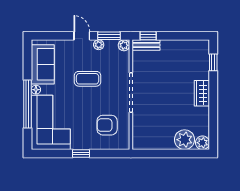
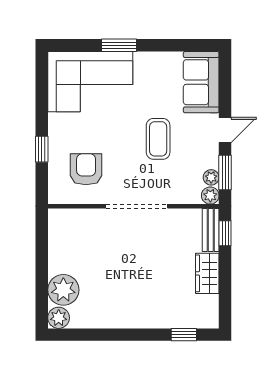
plant: (99, 45) -> (211, 177), moved
sofa: (43, 64) -> (201, 82), moved, turned 90
floor lamp: (36, 90) -> (141, 59), removed
wardrobe: (202, 93) -> (207, 273), moved, turned -90
window: (27, 104) -> (119, 45), width x0.47
window: (81, 154) -> (42, 149), moved

